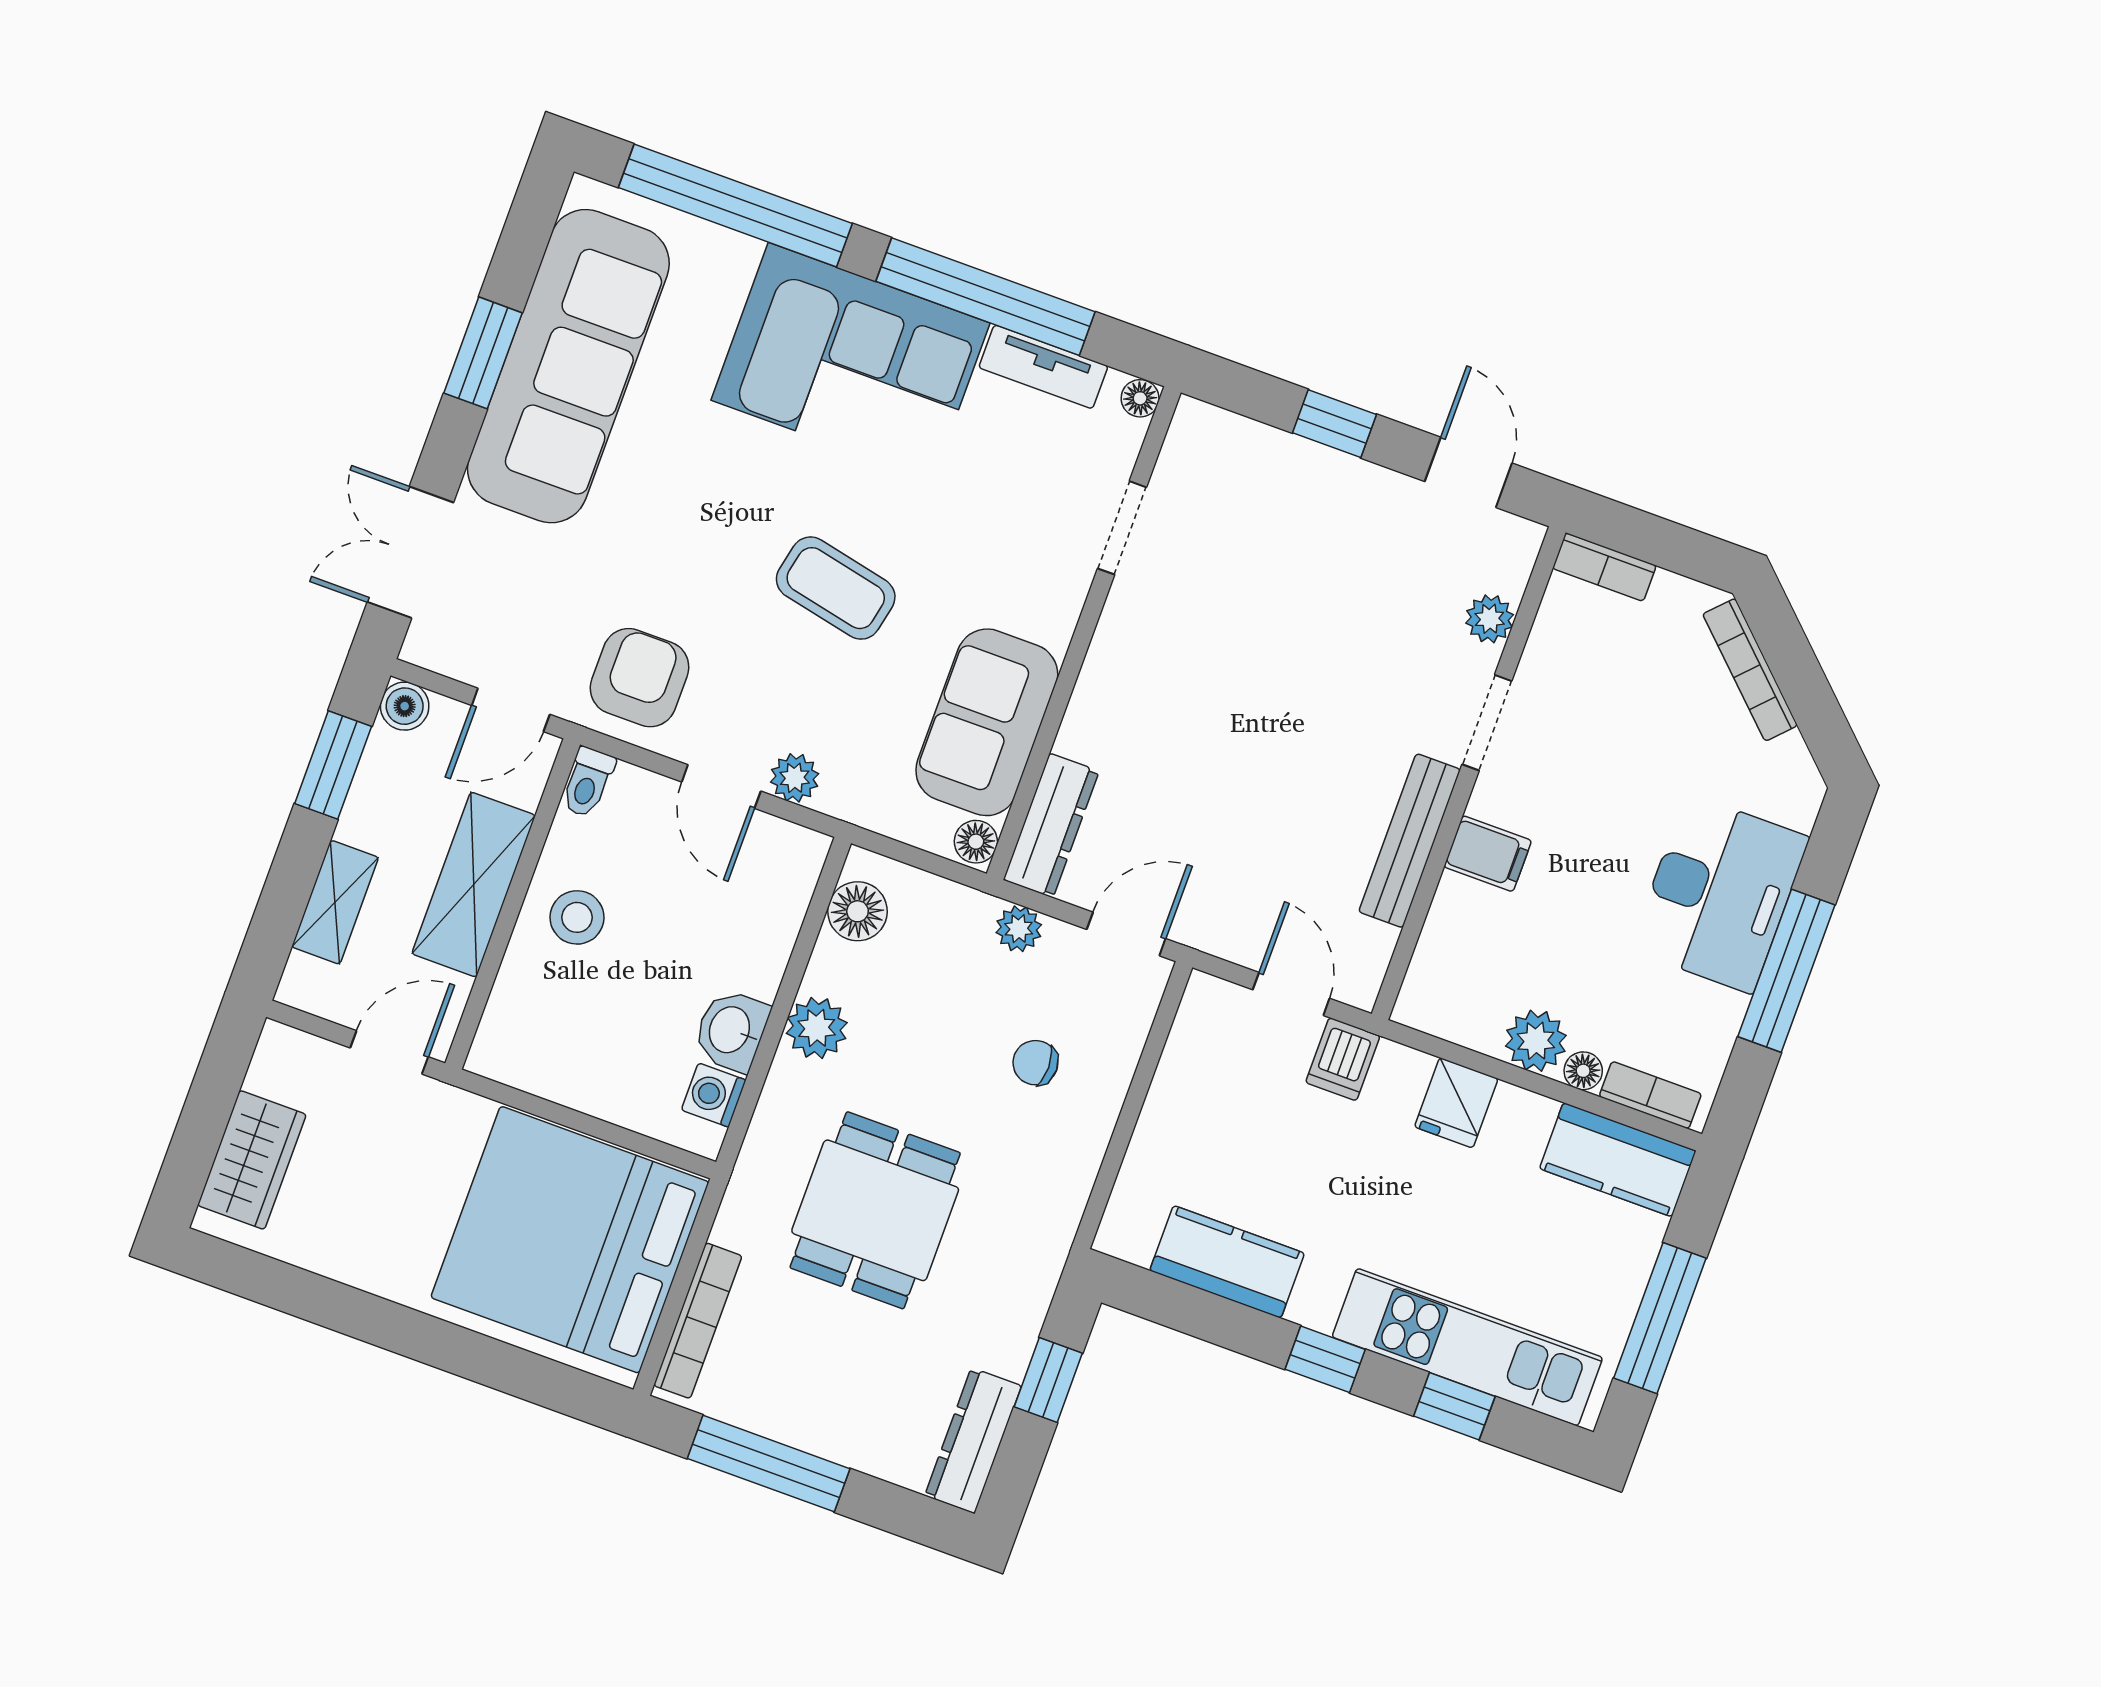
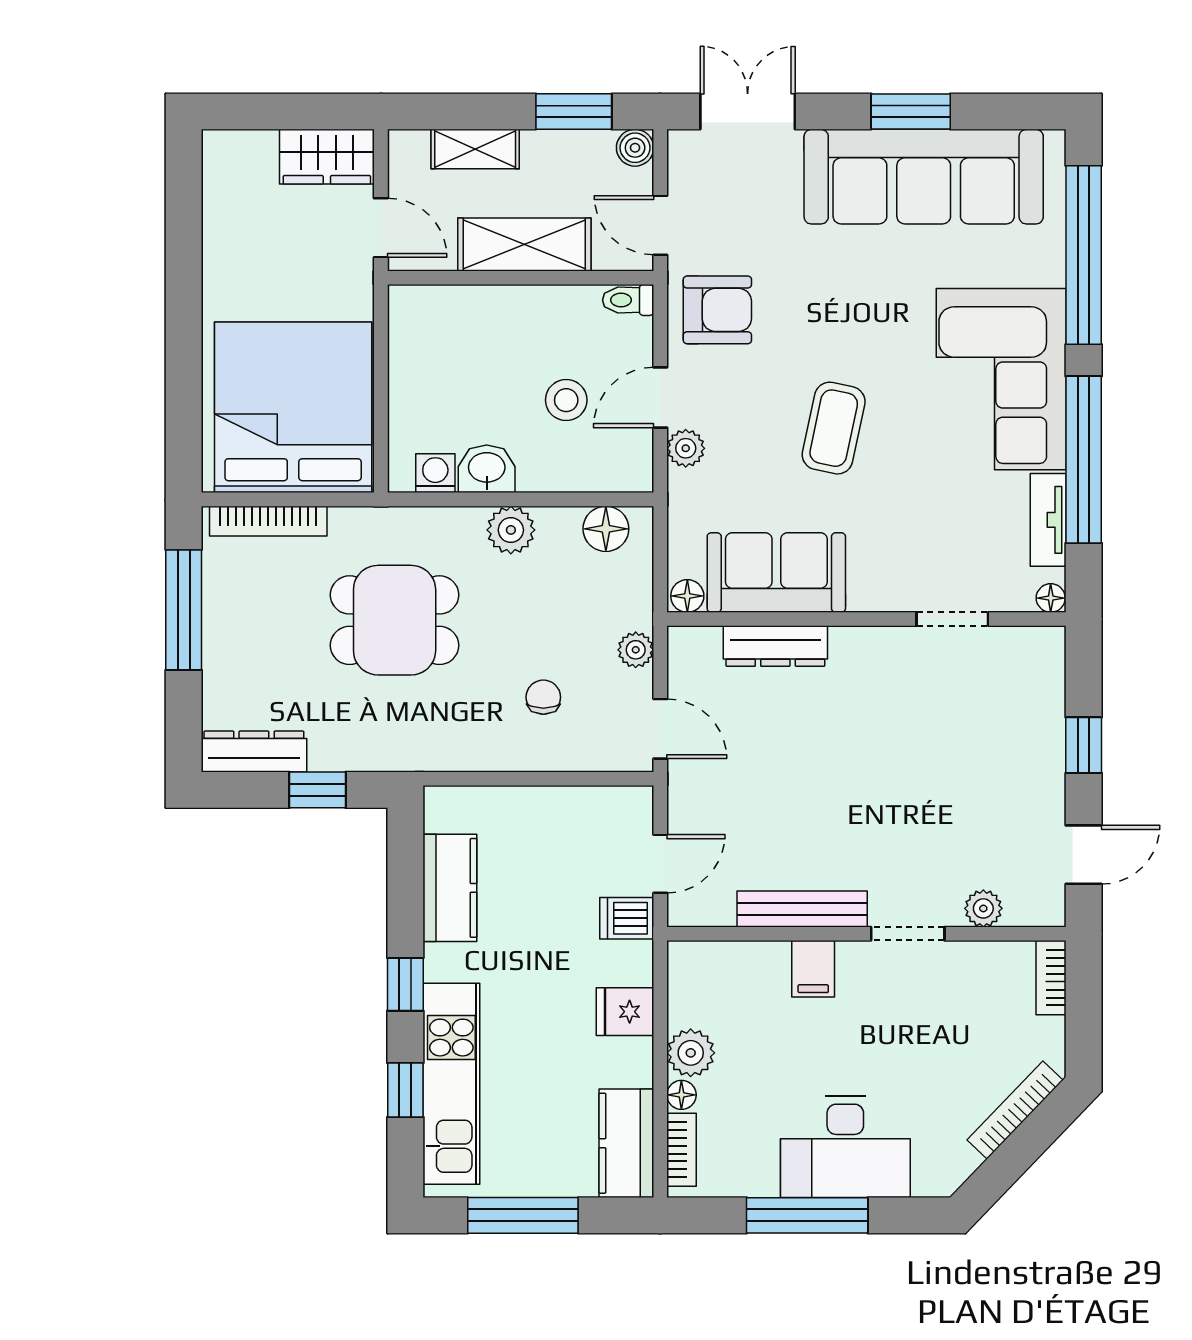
dresser: (1051, 825) -> (775, 646), moved
stool: (577, 917) -> (566, 400), moved
wardrobe: (252, 1160) -> (327, 157), moved

